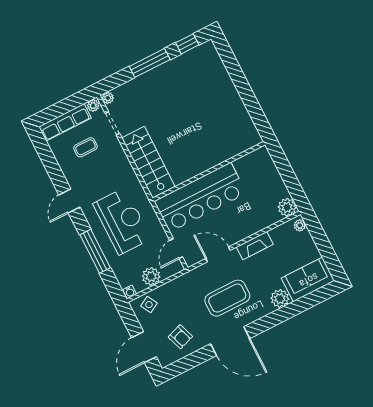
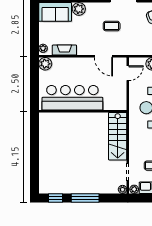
bar counter: (200, 197) -> (72, 98), moved
fireplace: (255, 246) -> (64, 50), moved
coffee table: (227, 298) -> (112, 26), width x0.54, depth x0.58

